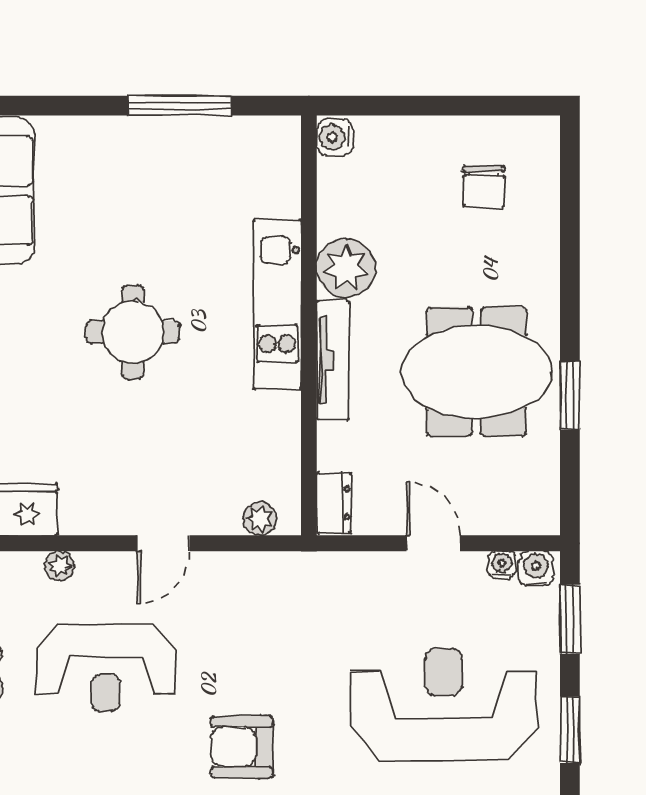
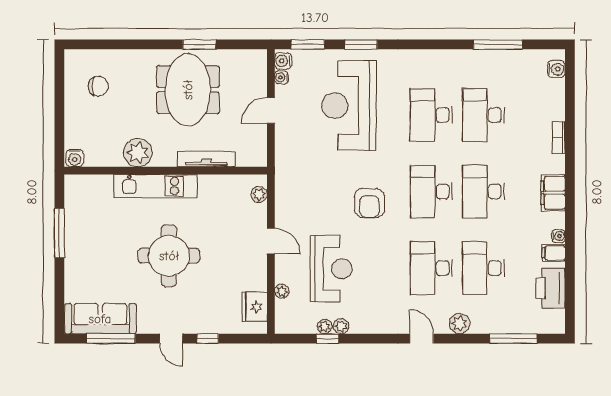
round table: (133, 332) -> (169, 256), width x1.36, depth x1.36
tv unit: (333, 360) -> (206, 159), moved
dresser: (334, 503) -> (251, 159), removed

